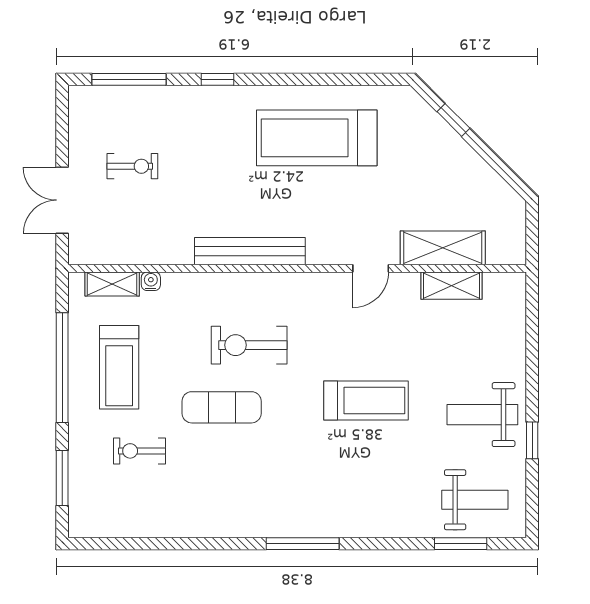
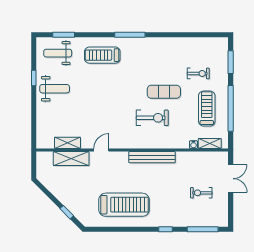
treadmill: (366, 401) -> (102, 55), moved

